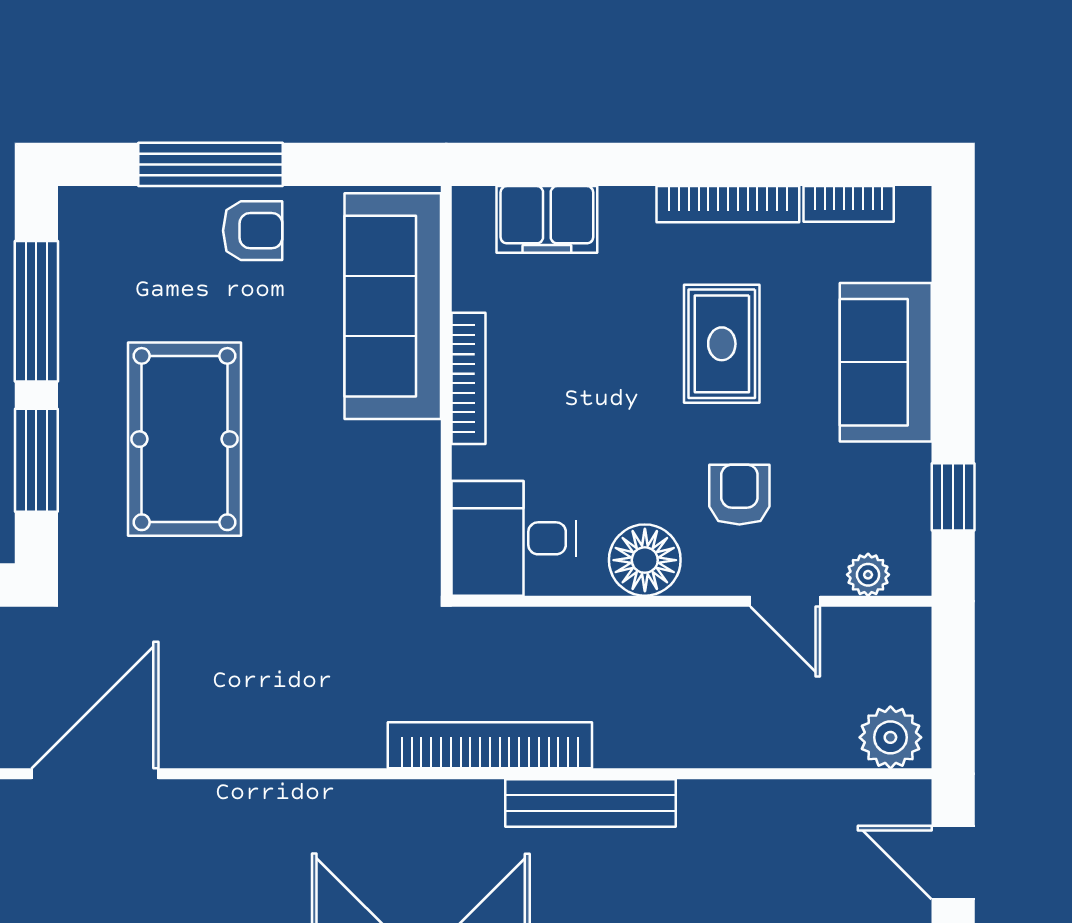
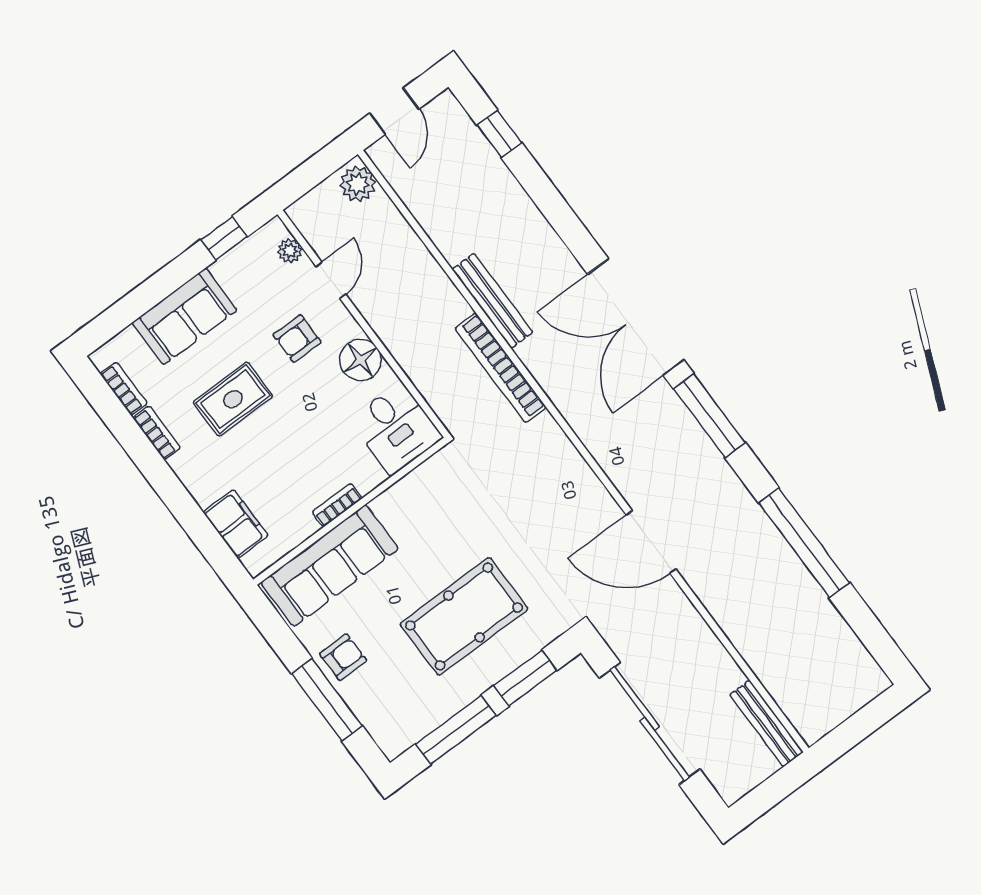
bookcase: (728, 204) -> (157, 433), width x0.64
armchair: (253, 231) -> (343, 657), turned 90
bookcase: (468, 378) -> (337, 505), width x0.64

